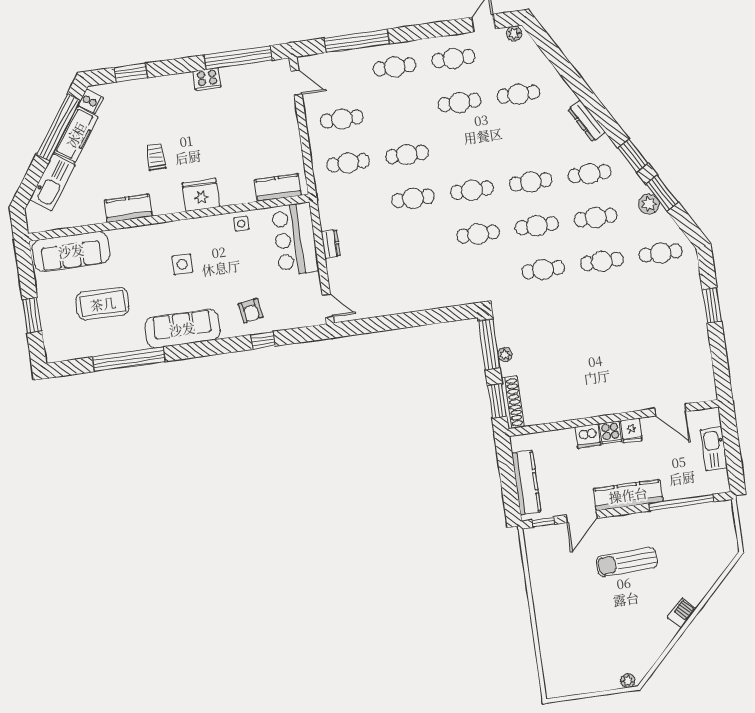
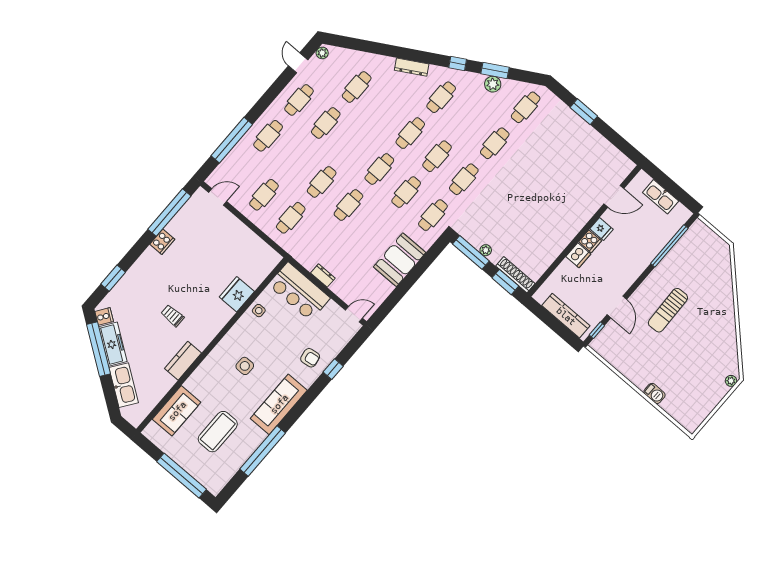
window: (633, 156) -> (458, 63), width x0.67
kitchen counter: (278, 188) -> (262, 270), removed
fridge: (201, 195) -> (237, 294), moved
cafe table: (596, 218) -> (433, 215), moved
sofa: (71, 251) -> (177, 411), width x0.73
booth: (416, 292) -> (400, 260), added
window: (32, 315) -> (182, 476), width x2.11
kitchen counter: (628, 495) -> (633, 270), removed
barbecue: (682, 613) -> (655, 393), moved, turned 135

